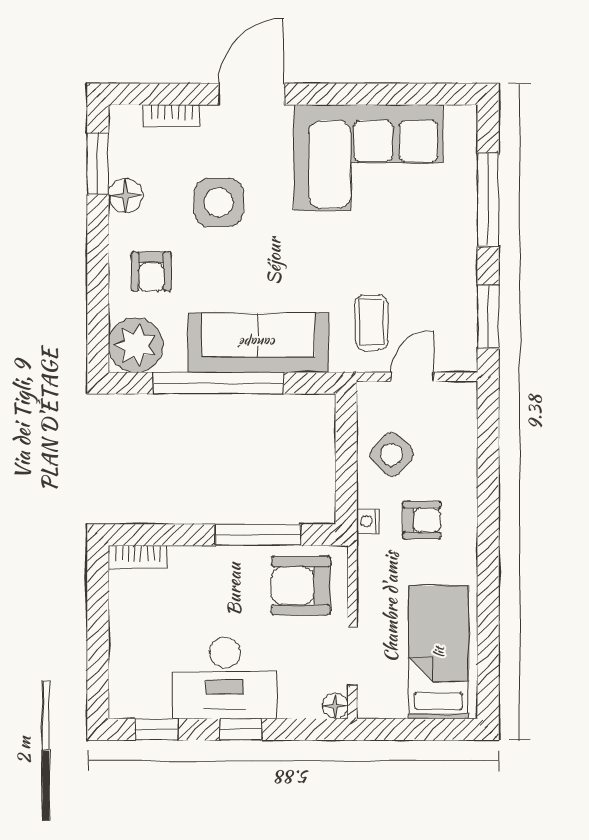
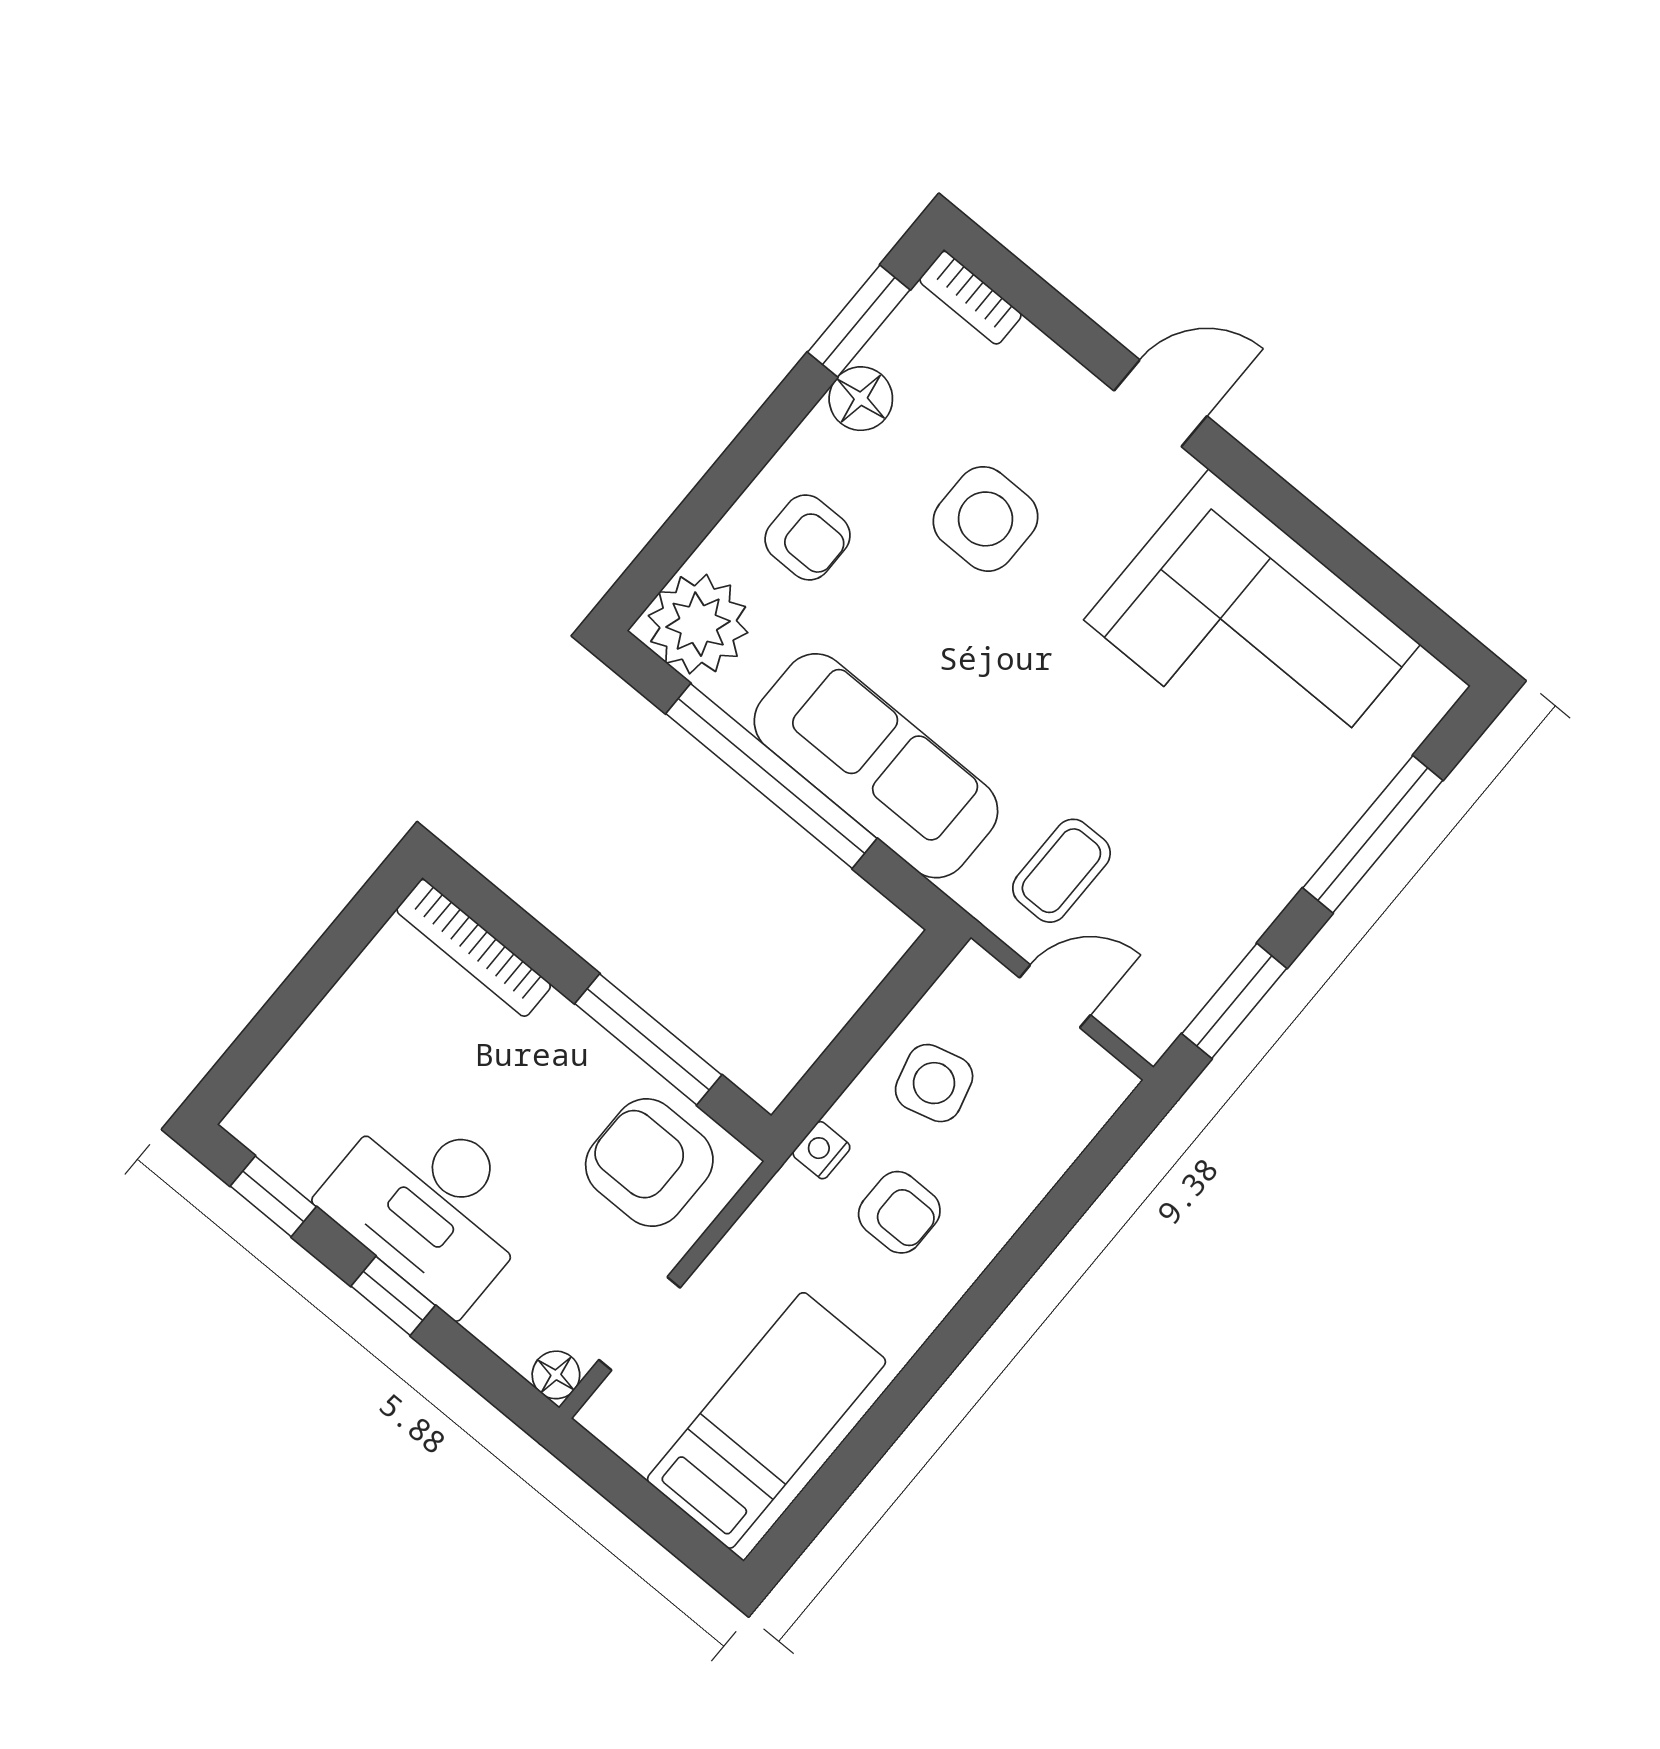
door: (251, 94) -> (1161, 403), width x0.73
bookcase: (172, 116) -> (970, 298), moved
armchair: (151, 271) -> (808, 537), turned -90
side table: (392, 454) -> (934, 1083), turned 30
bookcase: (138, 557) -> (474, 948), width x1.56

